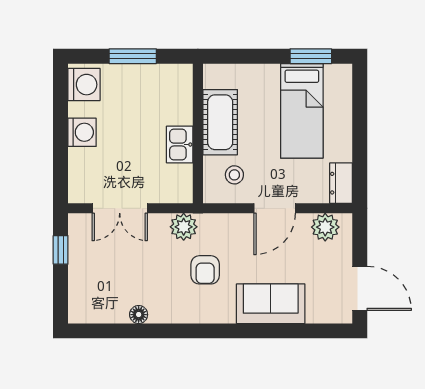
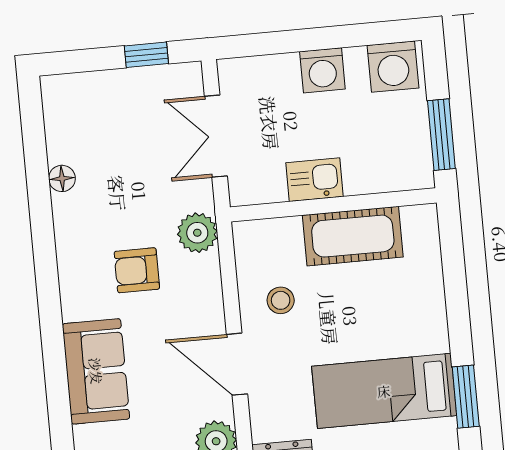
cot: (220, 122) -> (353, 236), moved
wall: (198, 133) -> (333, 205), moved
kitchen sink: (180, 145) -> (314, 180), moved

